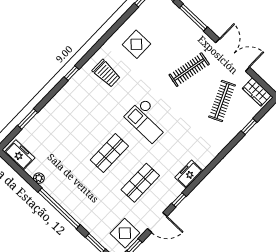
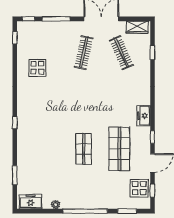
trolley: (106, 73) -> (36, 103), removed
checkout: (147, 120) -> (88, 107), removed
shop shelf: (140, 183) -> (119, 149), width x1.43, depth x1.36

